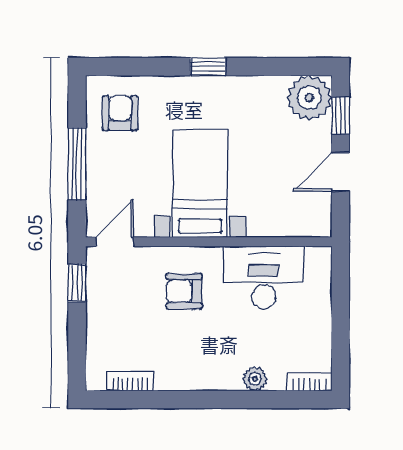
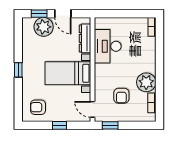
plant: (309, 98) -> (44, 27), moved
window: (77, 164) -> (60, 125), width x0.46
dresser: (282, 224) -> (85, 38), added
armchair: (184, 291) -> (121, 96), moved
plant: (255, 379) -> (146, 82), moved, width x1.88, depth x1.88

